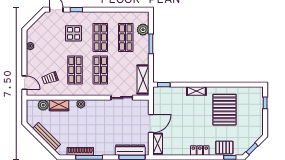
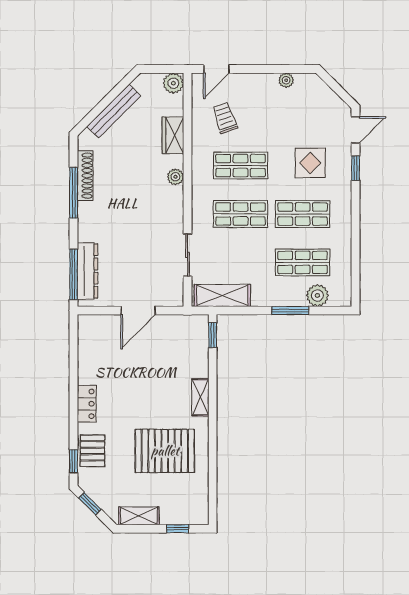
plant: (43, 105) -> (173, 83), moved
door: (151, 124) -> (138, 310), hinge flipped
shelving: (158, 144) -> (139, 516), moved

